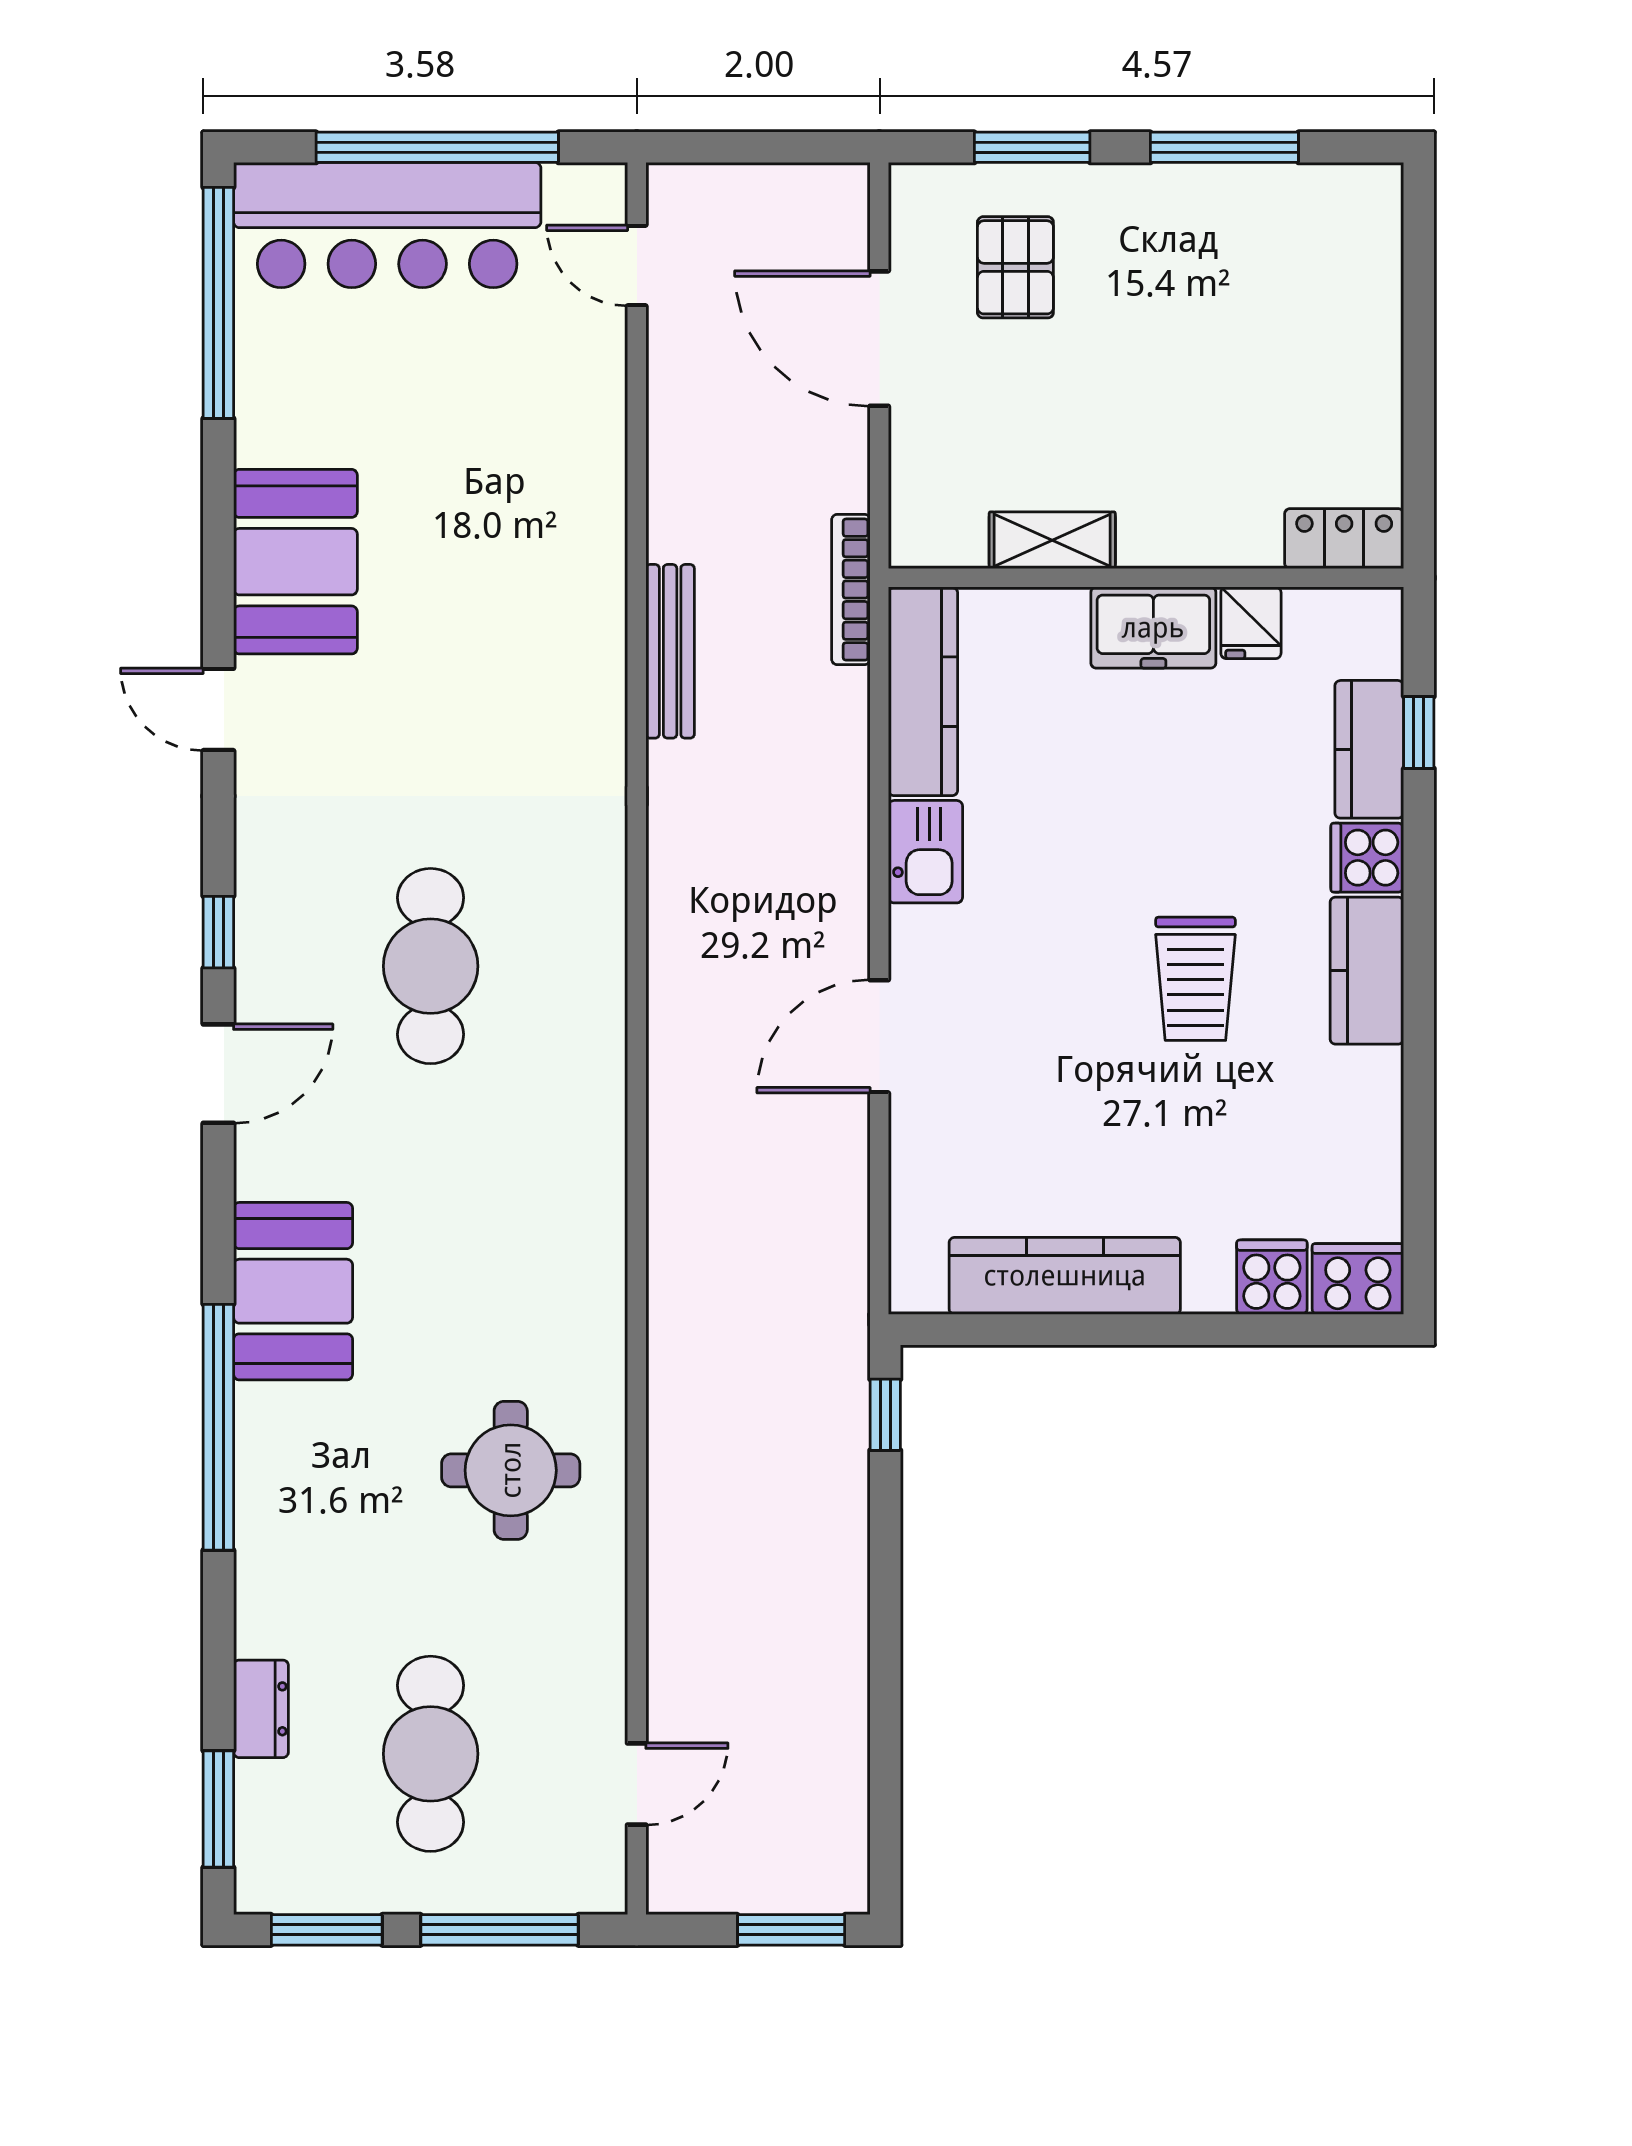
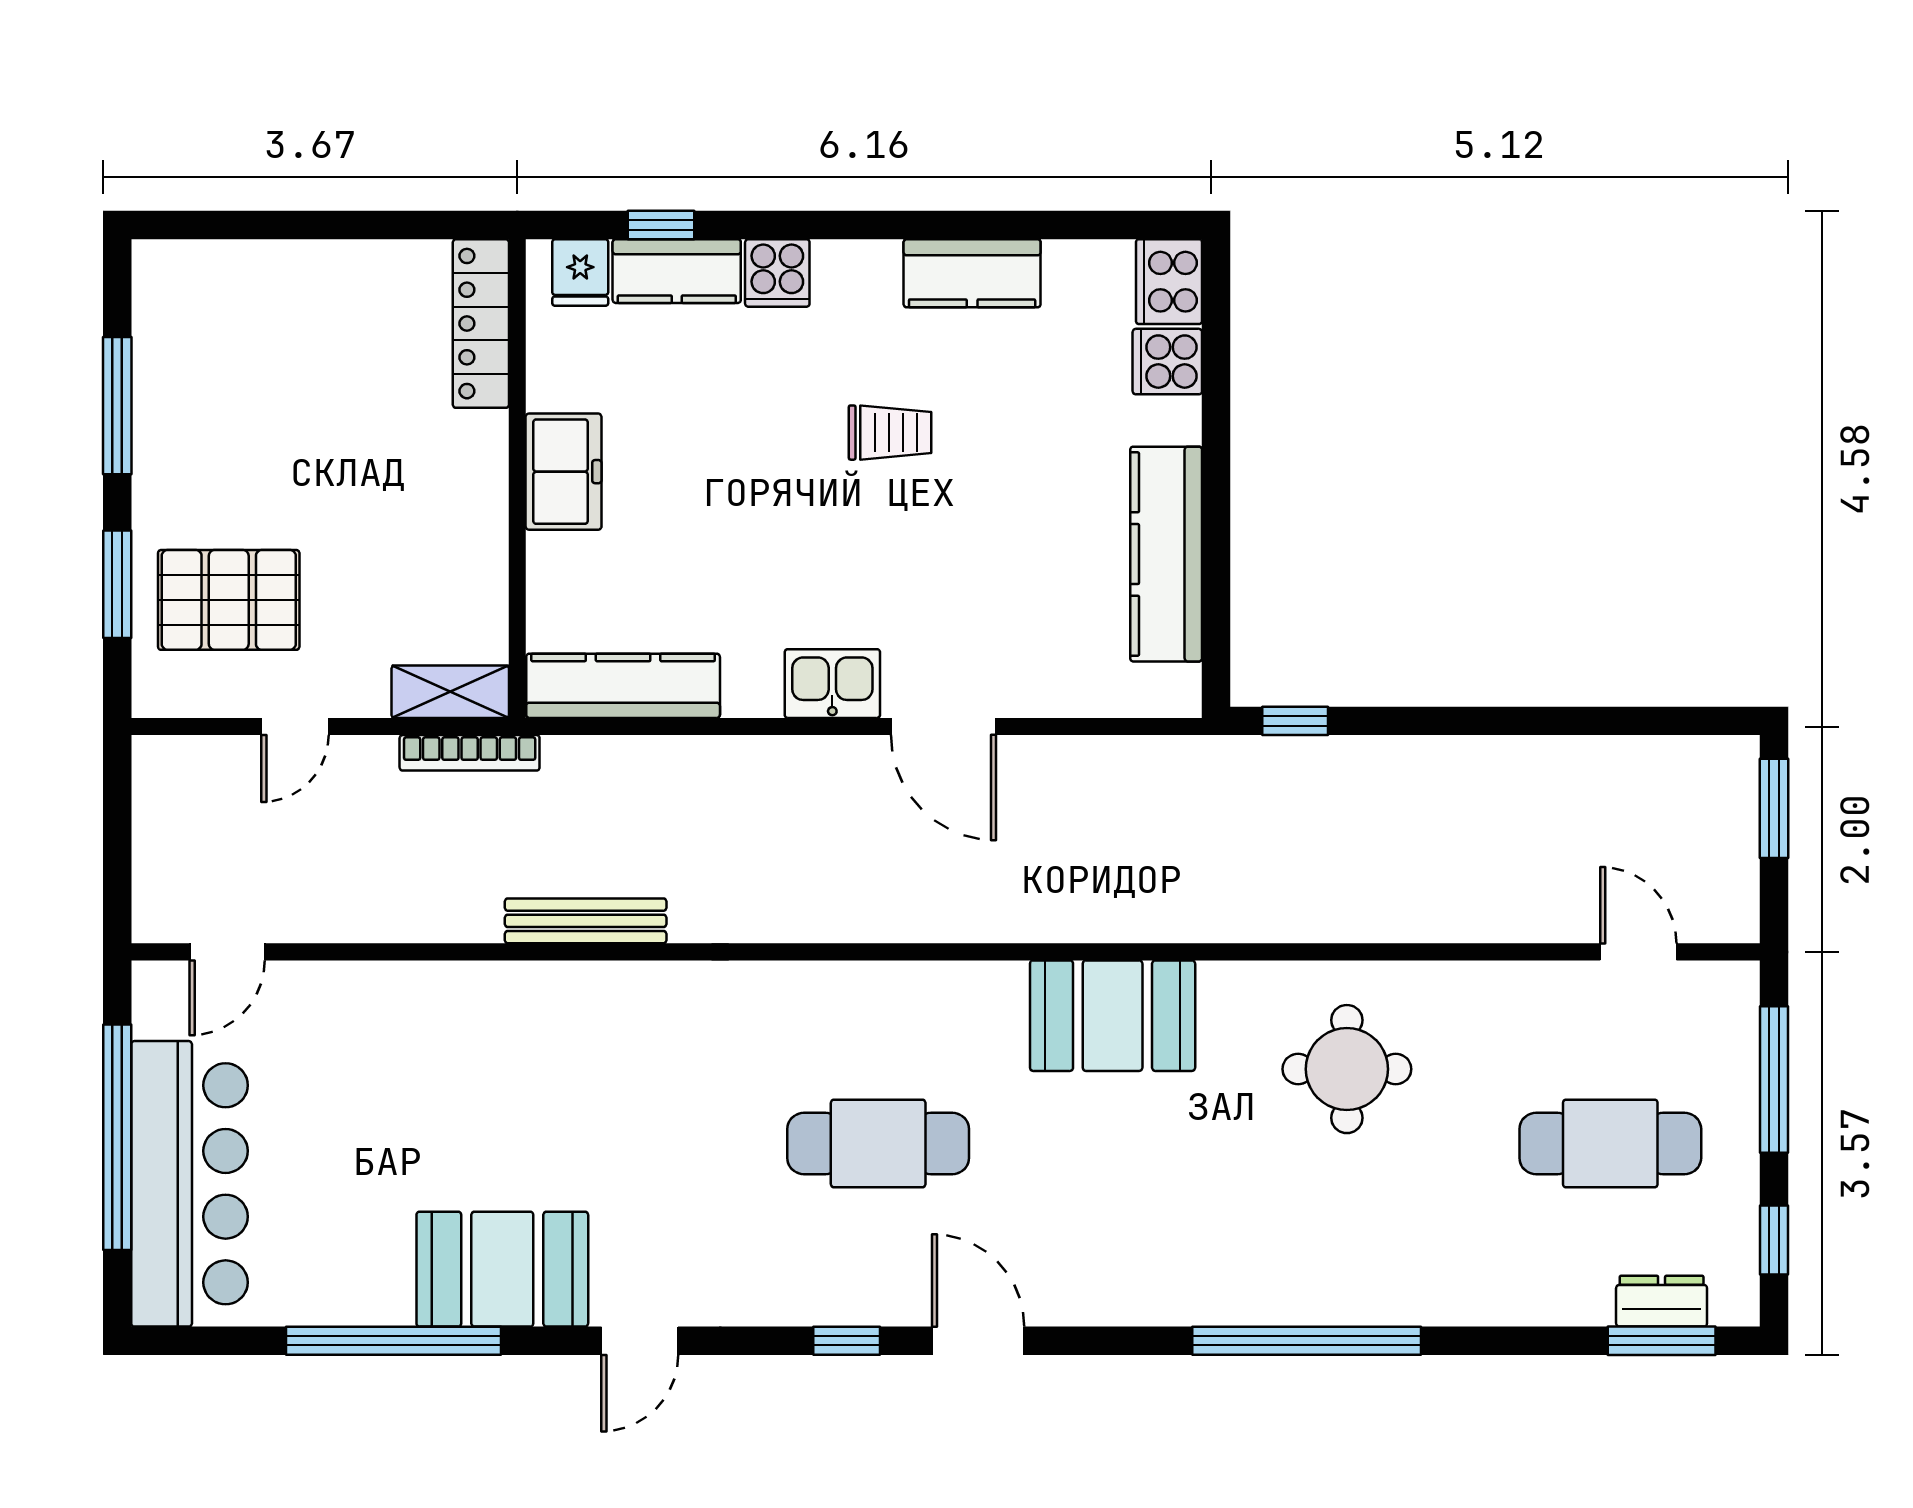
pallet: (1015, 267) -> (229, 600), width x1.50, depth x1.42
window: (218, 303) -> (393, 1341), moved
door: (879, 339) -> (295, 726), width x0.53
locker: (1344, 539) -> (481, 324), width x1.53
shelving: (1052, 540) -> (450, 692), moved, turned 90
bookcase: (851, 590) -> (470, 753), moved
fridge: (1251, 623) -> (580, 272), moved, turned 90
kitchen sink: (925, 852) -> (832, 684), moved
kitchen counter: (1367, 971) -> (972, 273), moved
trolley: (1195, 979) -> (890, 433), width x0.73, depth x0.72
booth: (293, 1291) -> (1113, 1016), moved
dresser: (261, 1709) -> (1662, 1301), moved
window: (327, 1930) -> (1774, 1240), width x0.67

